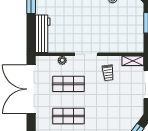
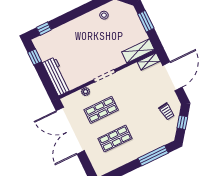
shelving: (128, 46) -> (138, 51), added
trolley: (108, 73) -> (167, 111), moved

